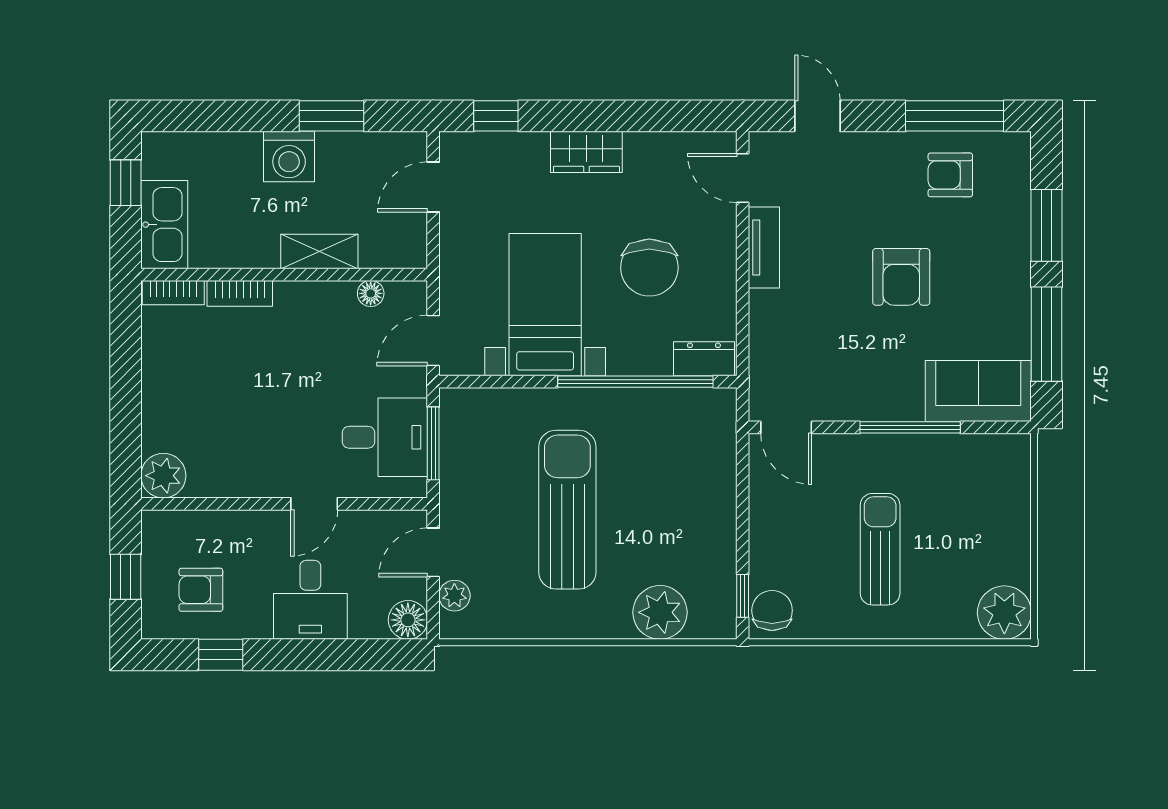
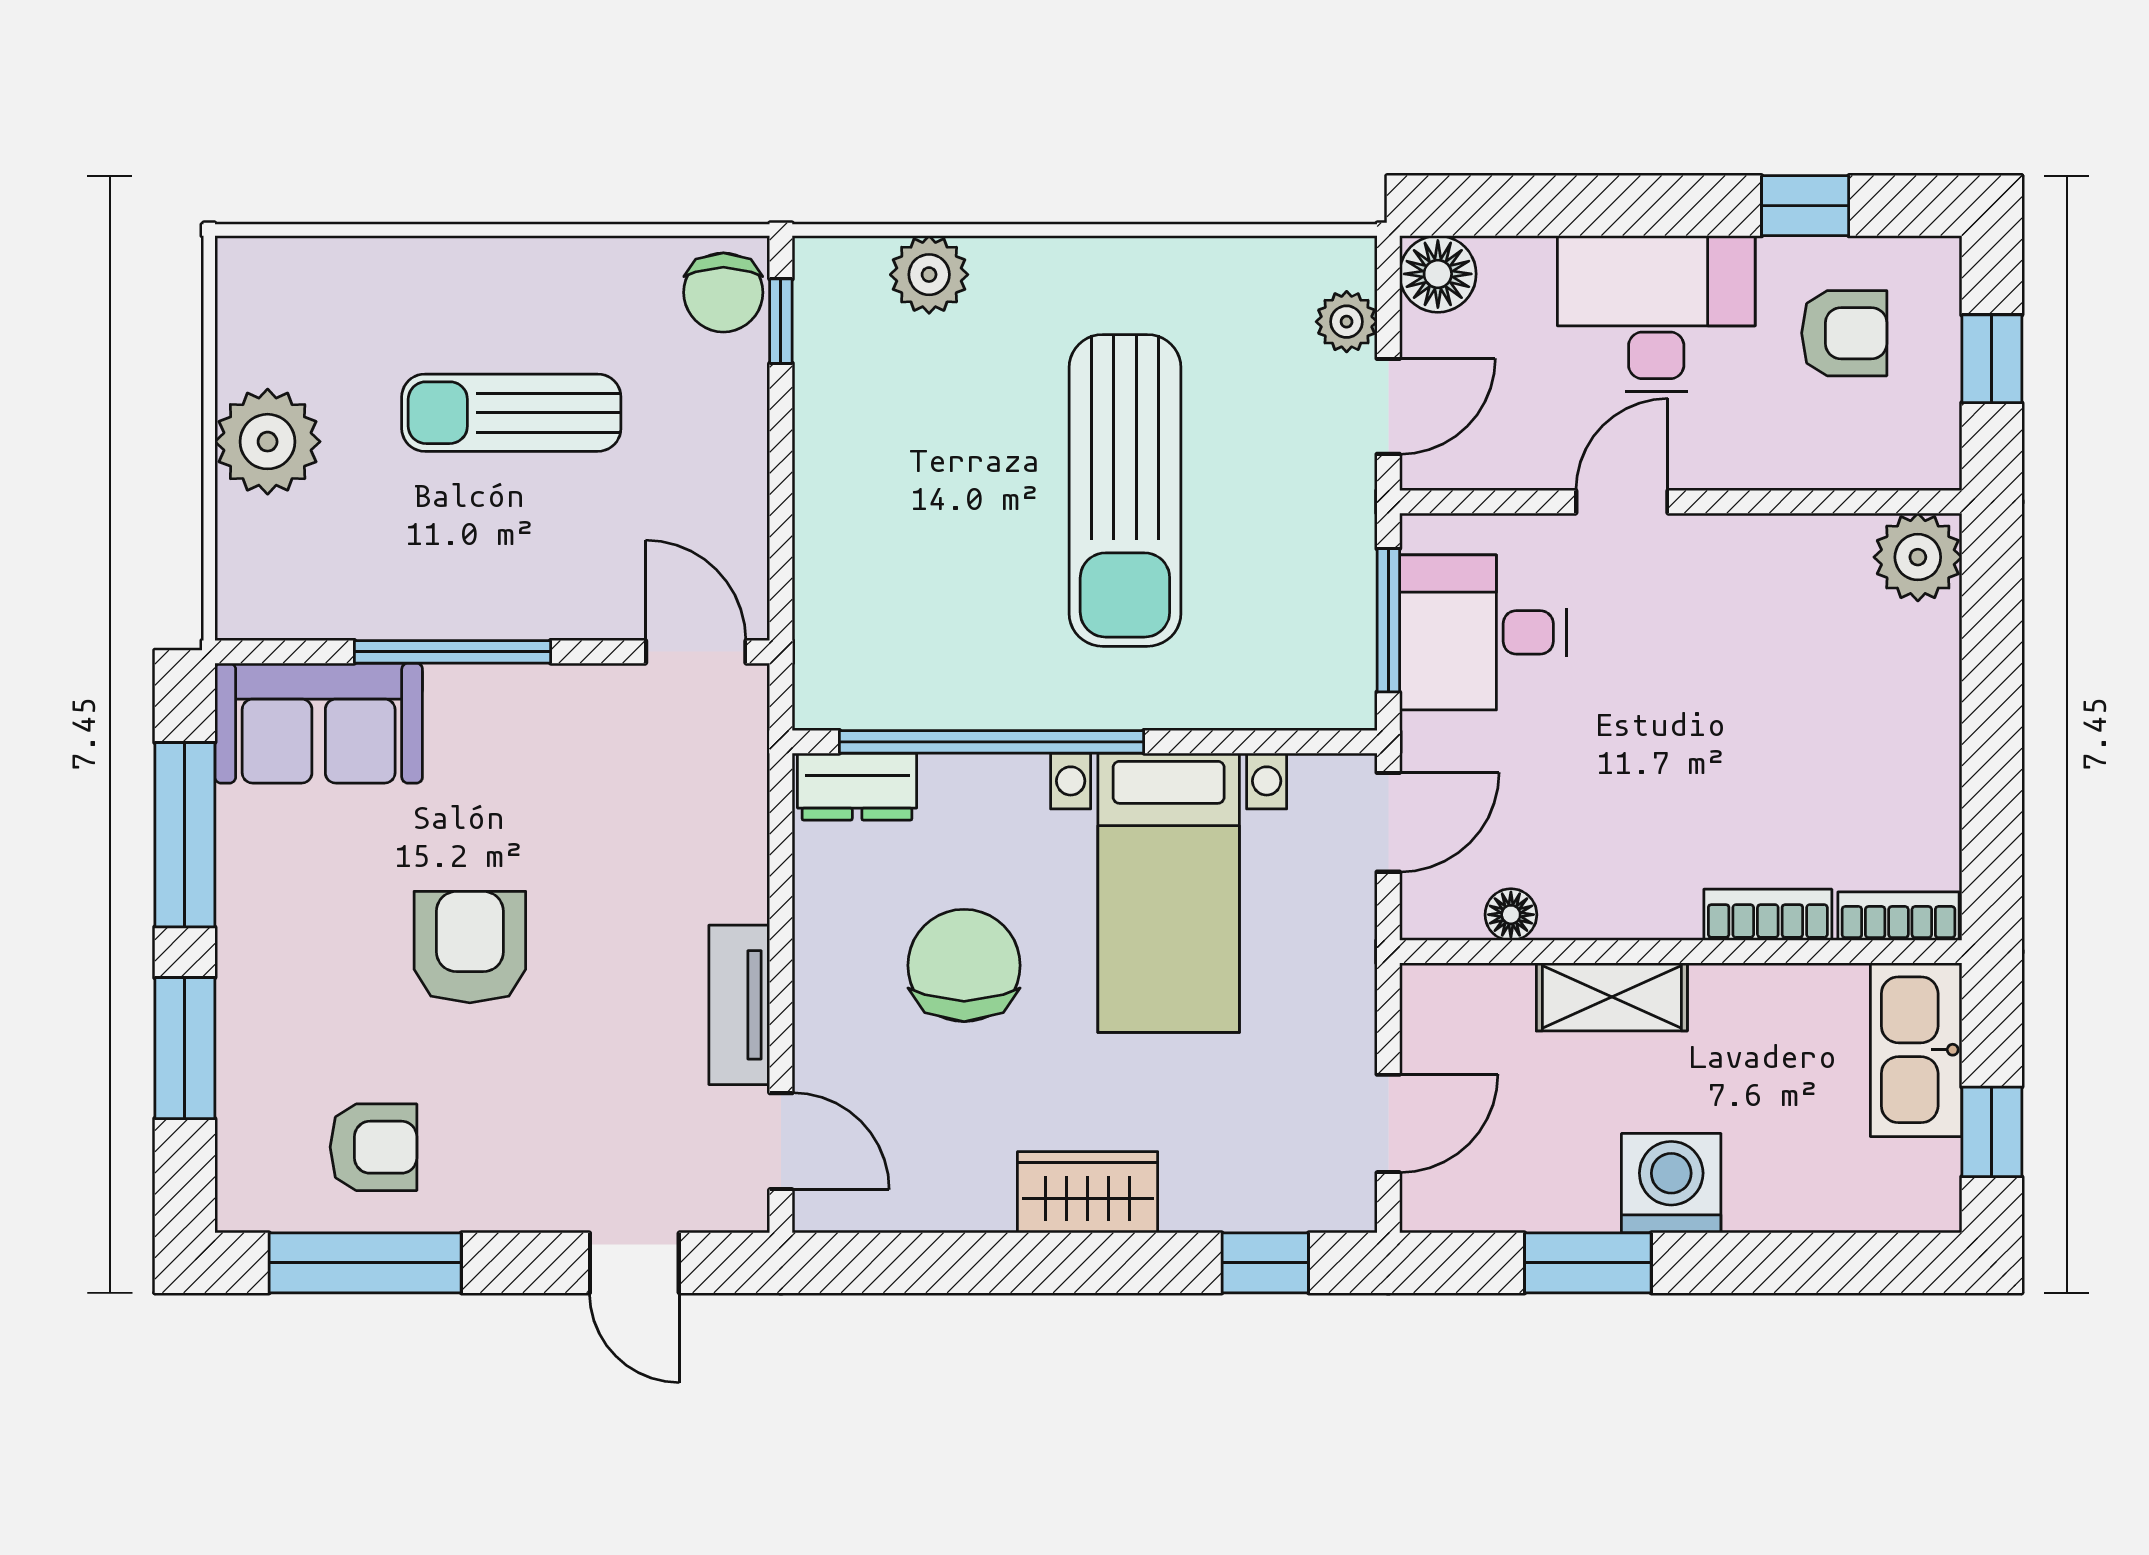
sun lounger: (880, 549) -> (511, 413), turned 90
desk: (310, 600) -> (1656, 313), width x1.37
plant: (660, 612) -> (929, 275), width x0.73, depth x0.73
plant: (1004, 613) -> (268, 442), moved

